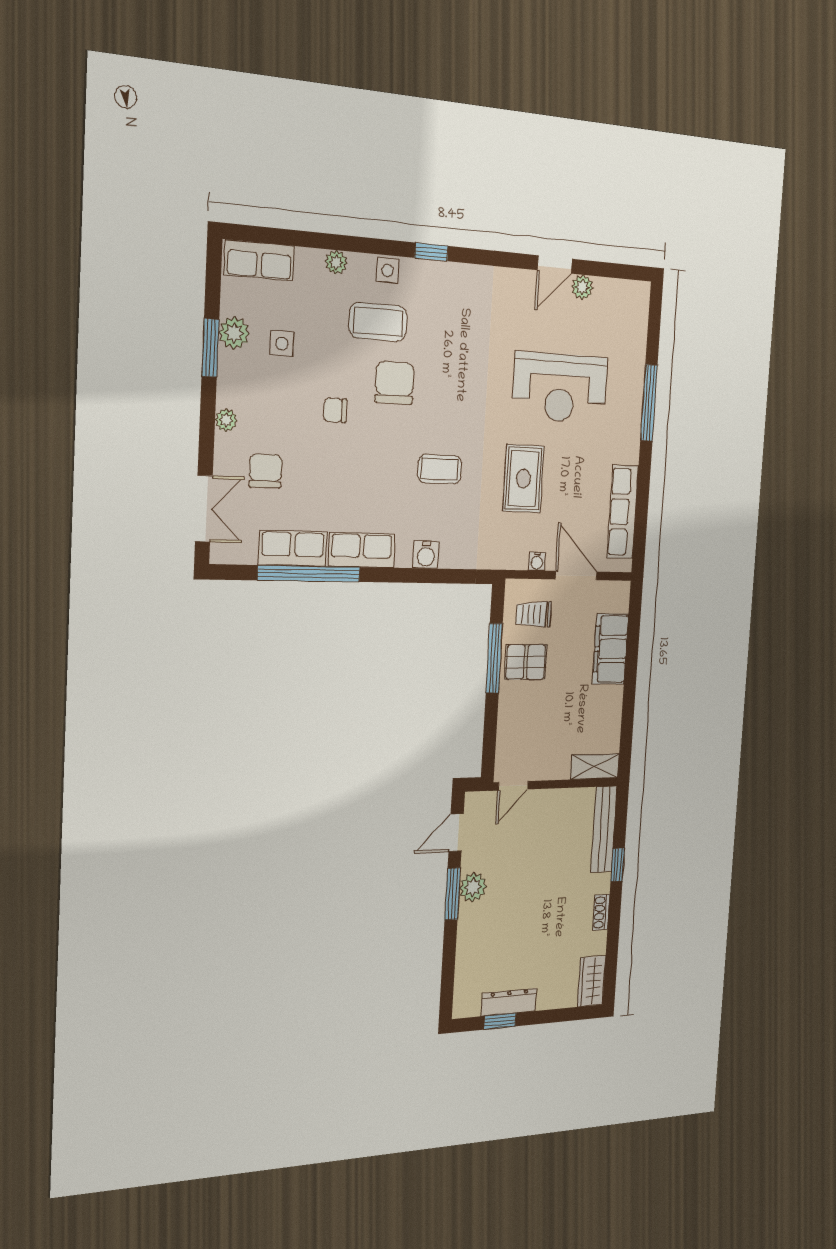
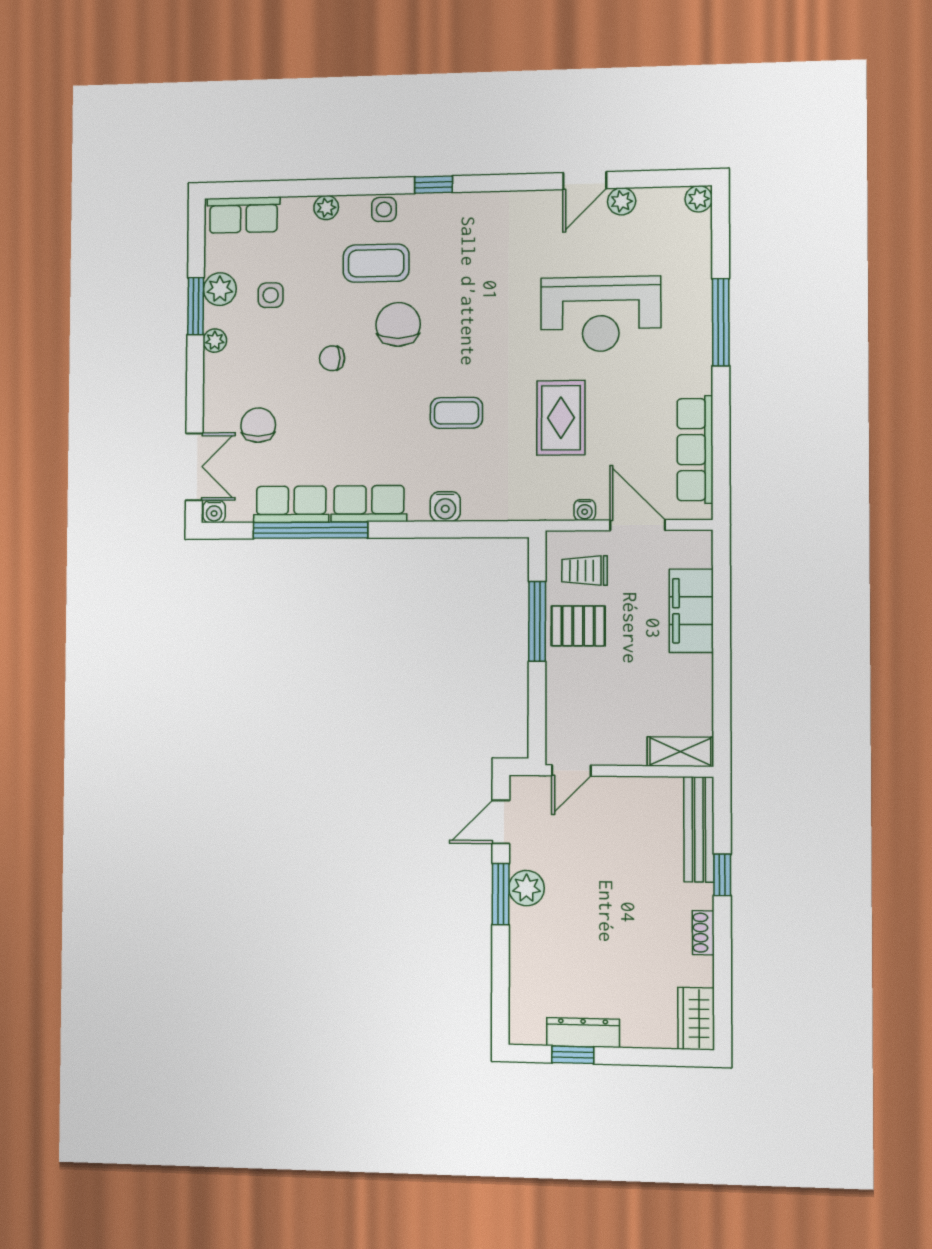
plant: (640, 292) -> (699, 199), added
plant: (226, 420) -> (215, 341), moved
water cooler: (221, 553) -> (214, 512), added

